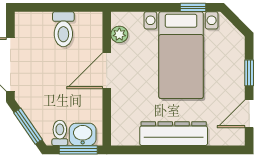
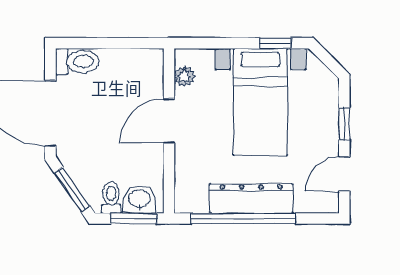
toilet: (63, 29) -> (77, 61), moved, turned -90
window: (167, 150) -> (243, 218), added

